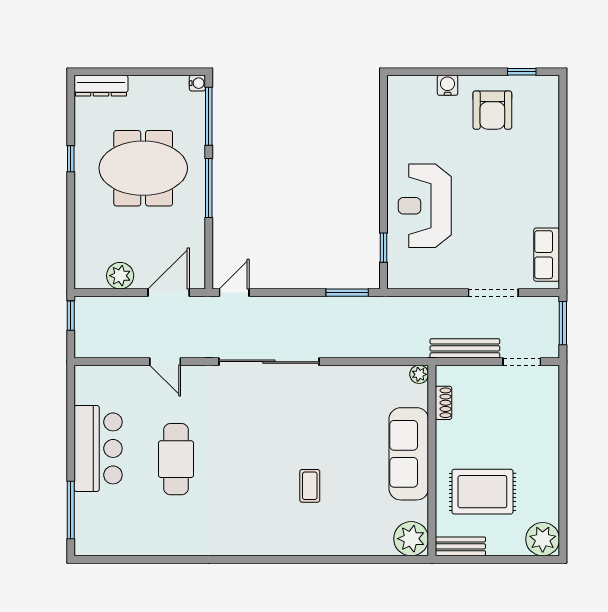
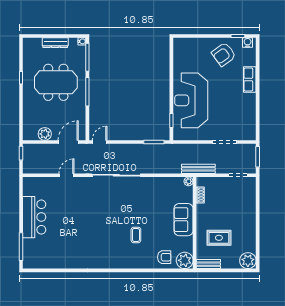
water cooler: (448, 85) -> (248, 42), moved
dresser: (101, 86) -> (55, 43), moved
armchair: (492, 110) -> (224, 54), turned 54
reception desk: (425, 206) -> (191, 100), width x1.36, depth x1.30
row of seats: (547, 255) -> (250, 79), moved
bench: (465, 348) -> (198, 169), moved
door: (165, 362) -> (66, 175), swing flipped
sofa: (409, 454) -> (183, 220), width x0.73
cafe table: (176, 459) -> (72, 222), removed
rug: (482, 492) -> (219, 238), width x0.73, depth x0.70
armchair: (369, 532) -> (164, 257), added

